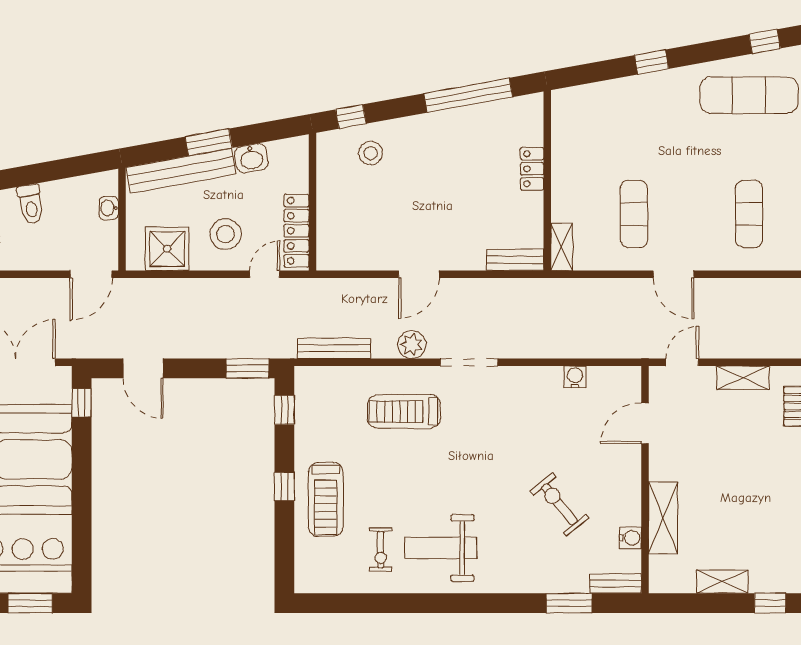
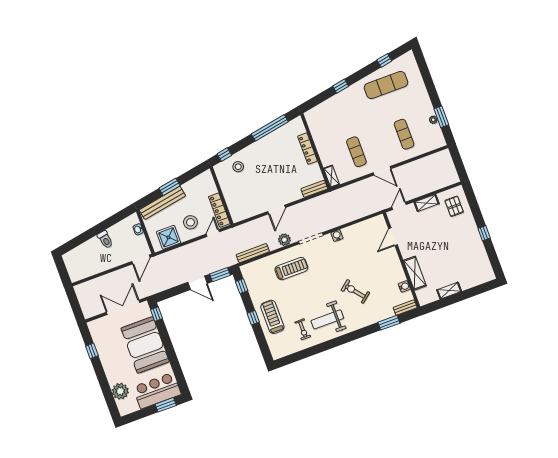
washbasin: (251, 158) -> (190, 187), removed
locker: (532, 169) -> (307, 149), width x1.53
door: (143, 368) -> (197, 283), moved
water cooler: (575, 377) -> (337, 236), moved
treadmill: (404, 412) -> (291, 269), turned 180
treadmill: (326, 499) -> (272, 317), turned 180
exercise bike: (559, 504) -> (355, 291), moved
window: (770, 603) -> (472, 292), removed

